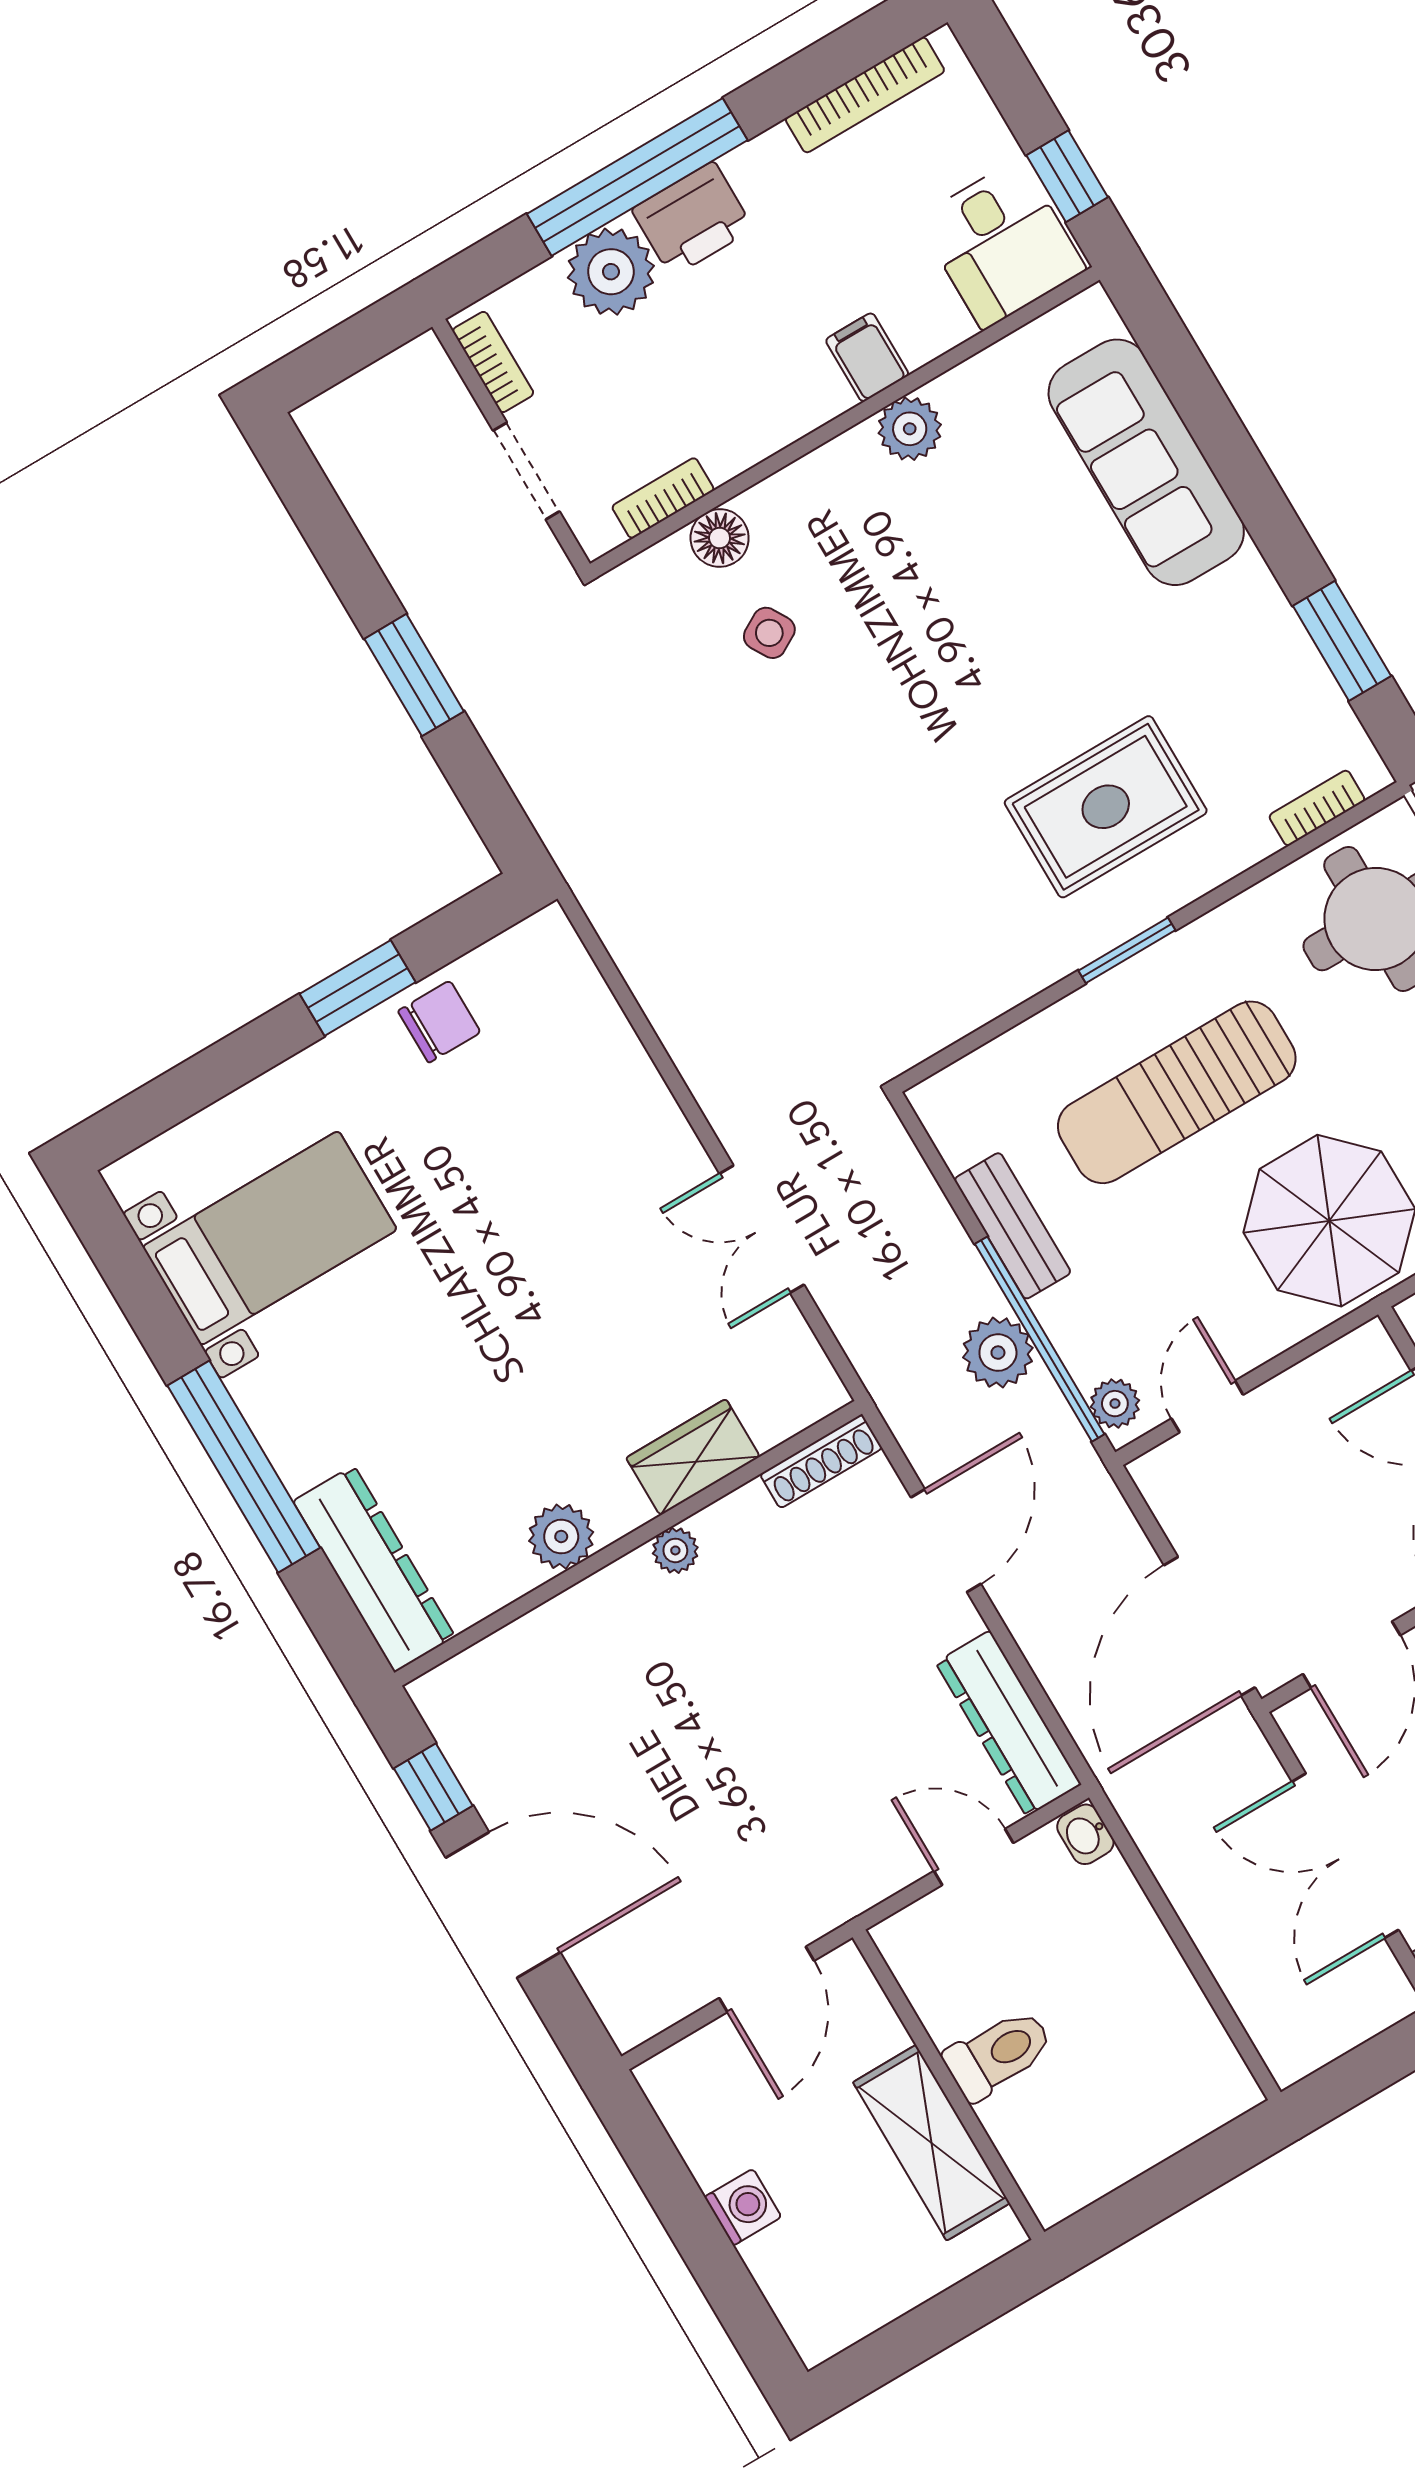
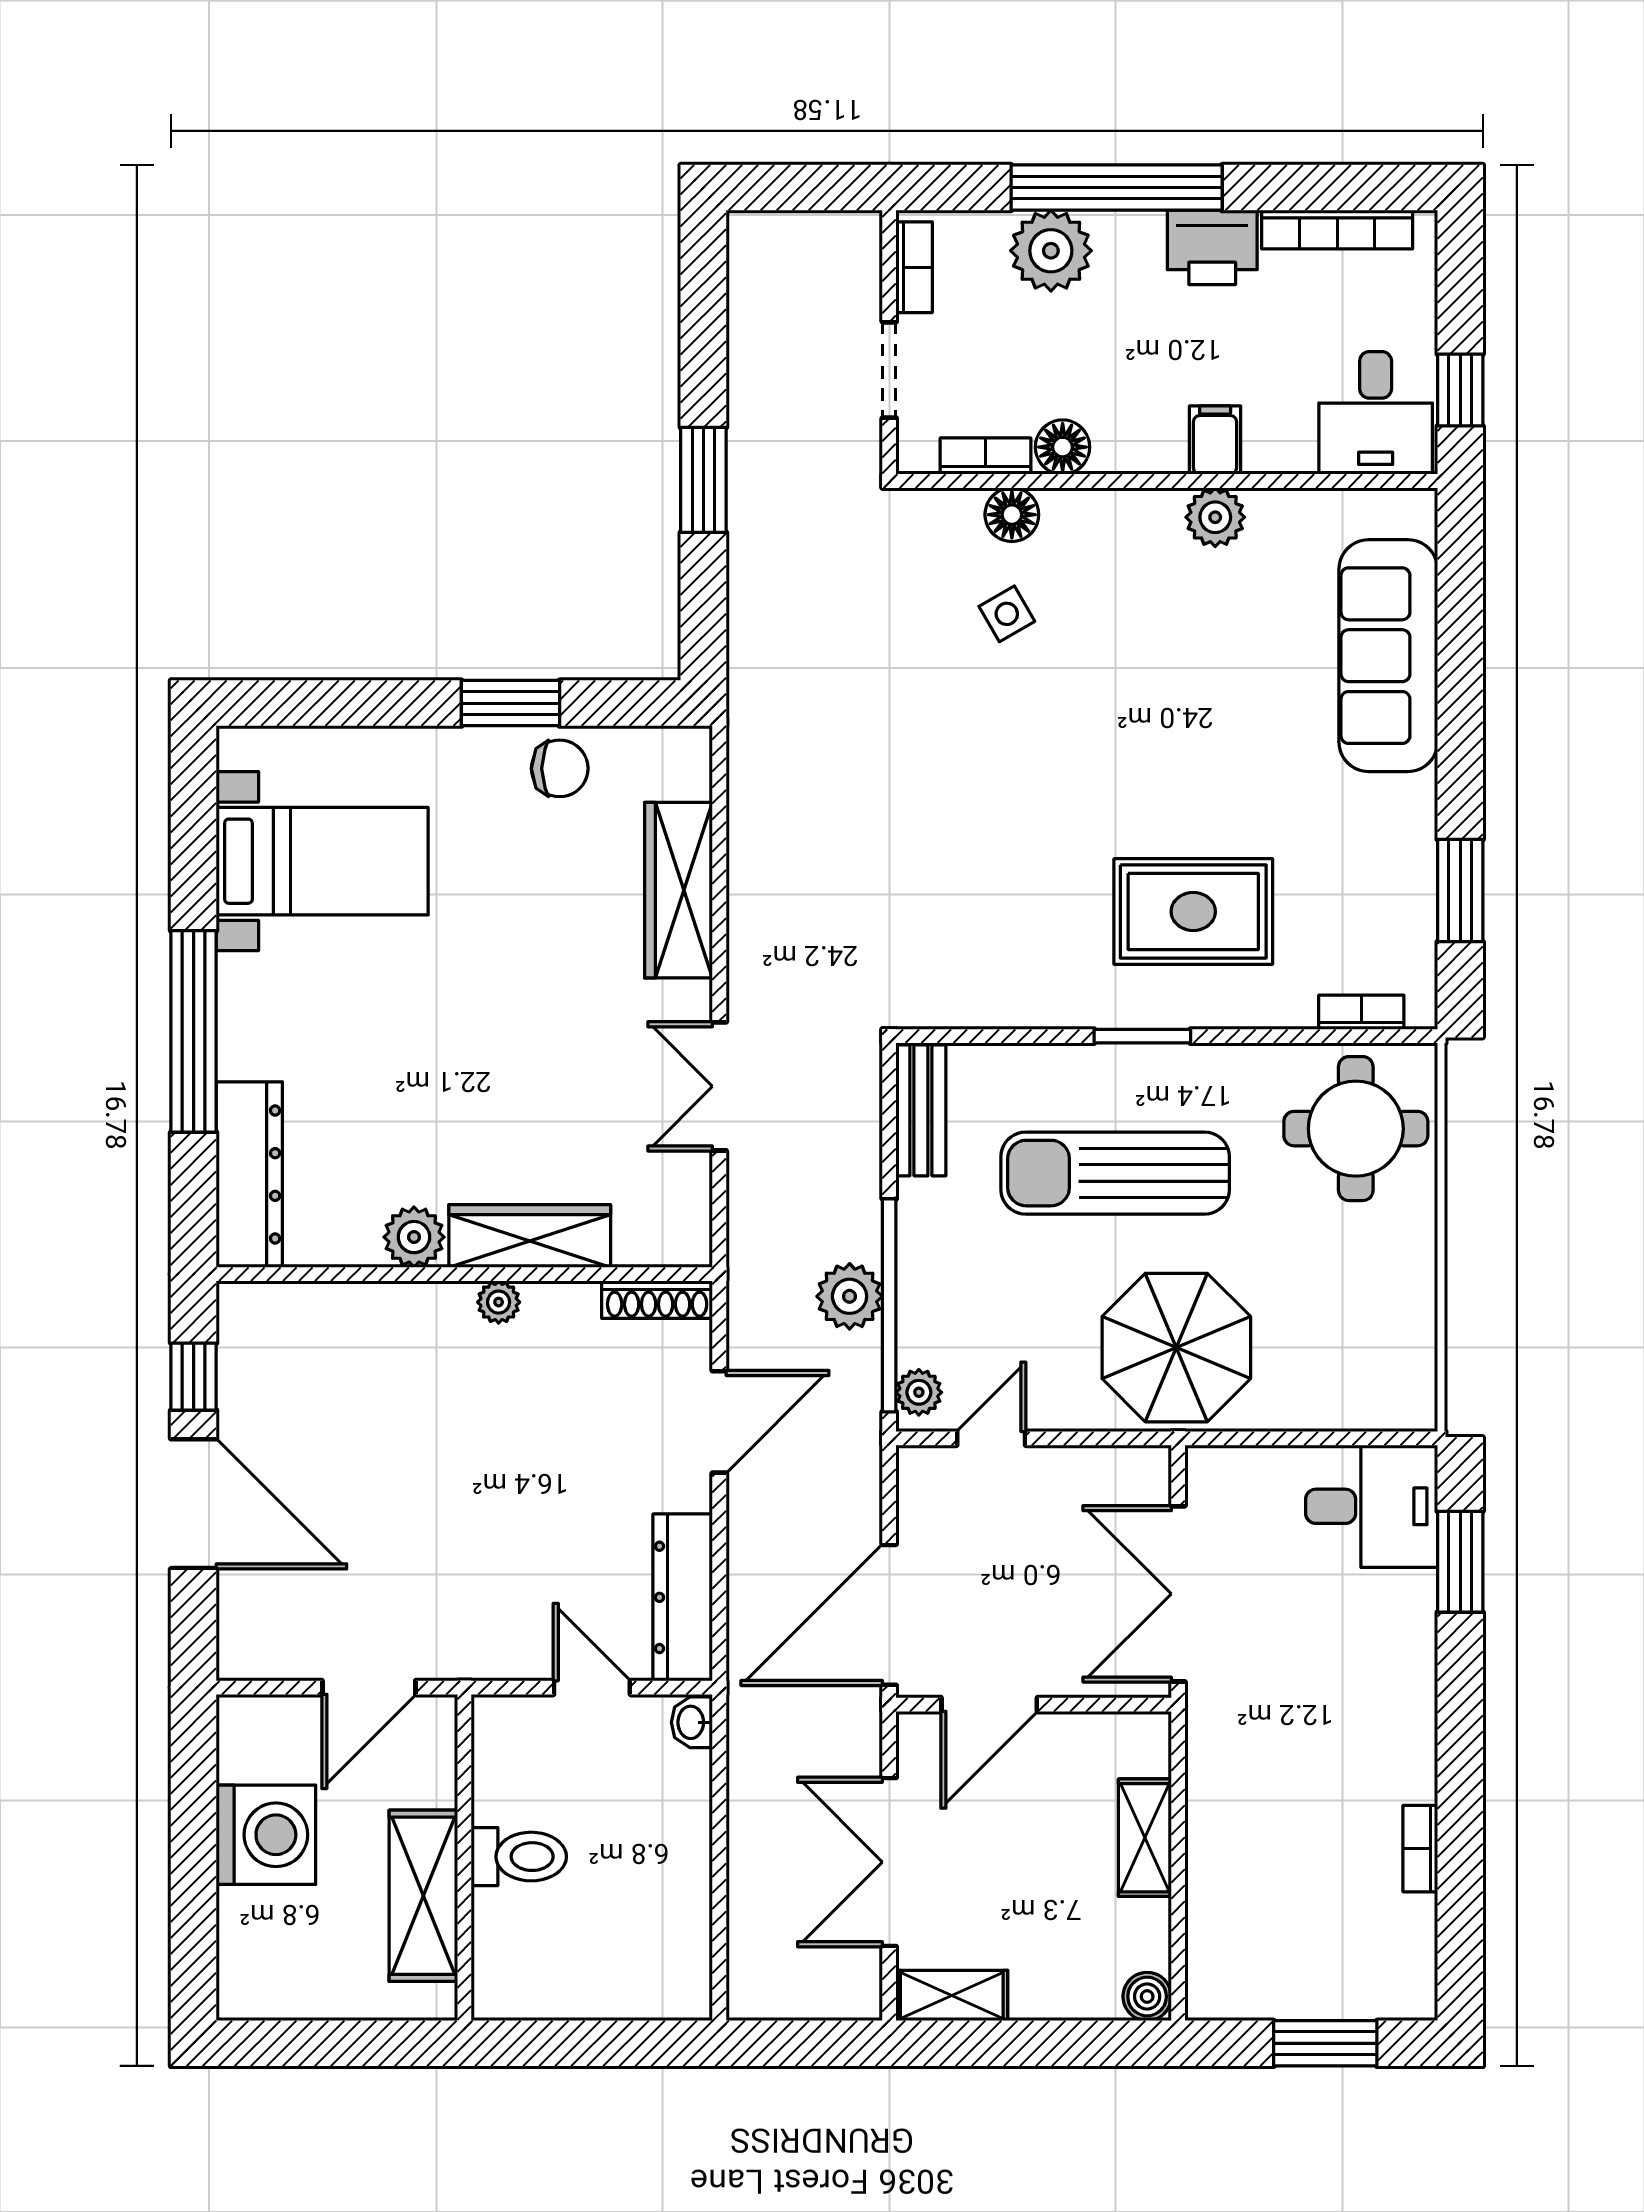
printer: (693, 219) -> (1212, 247), moved
floor lamp: (729, 447) -> (1063, 447), added
wardrobe: (616, 1069) -> (679, 890), added
bench: (1013, 1226) -> (921, 1110), moved
wardrobe: (693, 1457) -> (530, 1236), width x1.50
washing machine: (743, 2207) -> (266, 1835), width x1.89, depth x1.89

